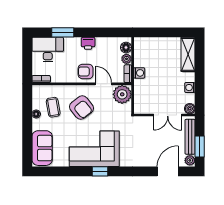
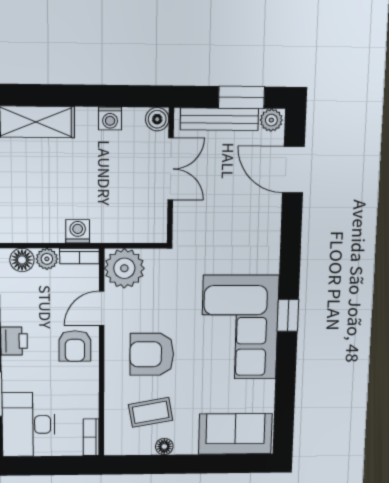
armchair: (81, 107) -> (152, 354), turned -141

